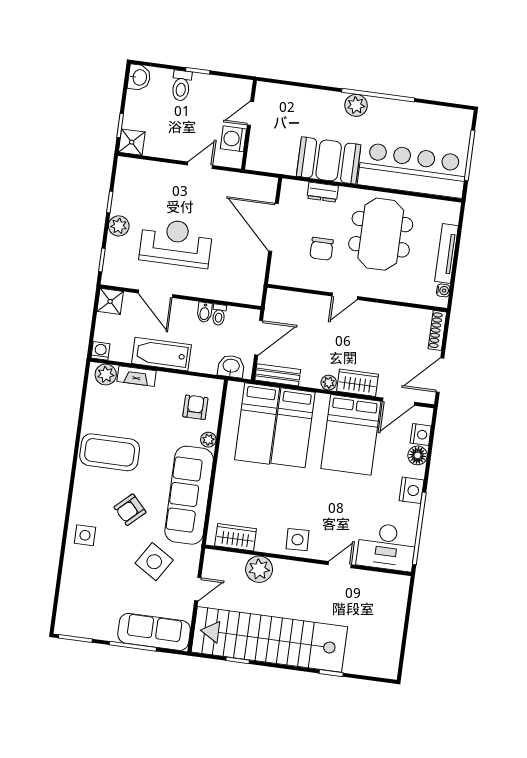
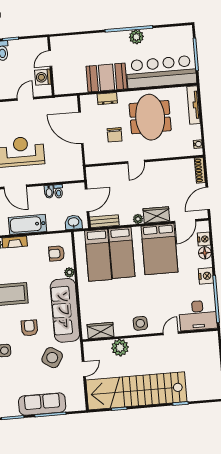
plant: (356, 105) -> (136, 37), moved
tv unit: (446, 254) -> (194, 105), moved
armchair: (195, 407) -> (57, 253), turned -90
armchair: (130, 510) -> (29, 328), turned 133
sofa: (154, 632) -> (42, 404), moved

